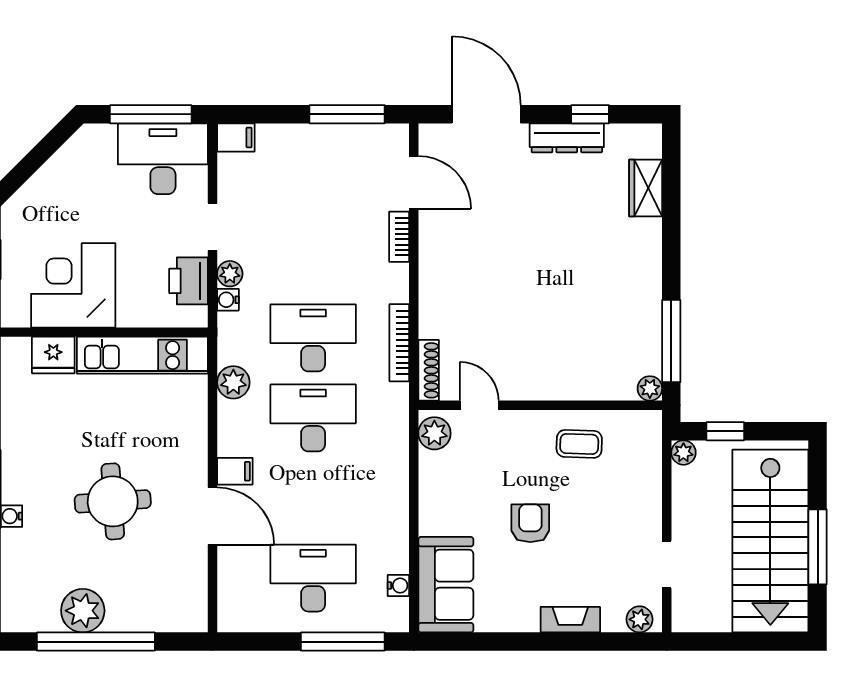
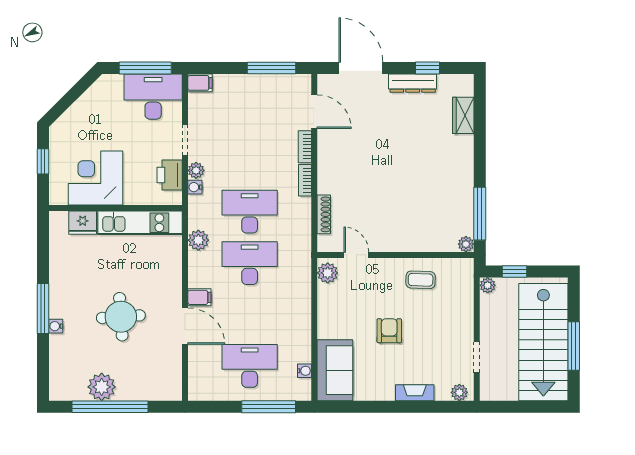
bookcase: (399, 343) -> (305, 180), moved, width x0.64
shoe rack: (429, 370) -> (324, 214), moved

